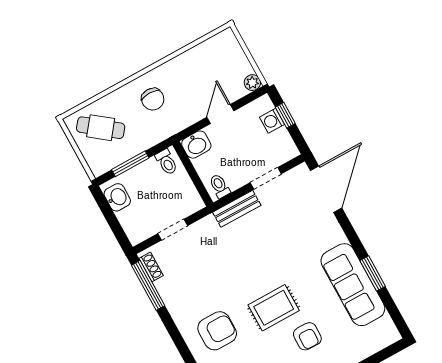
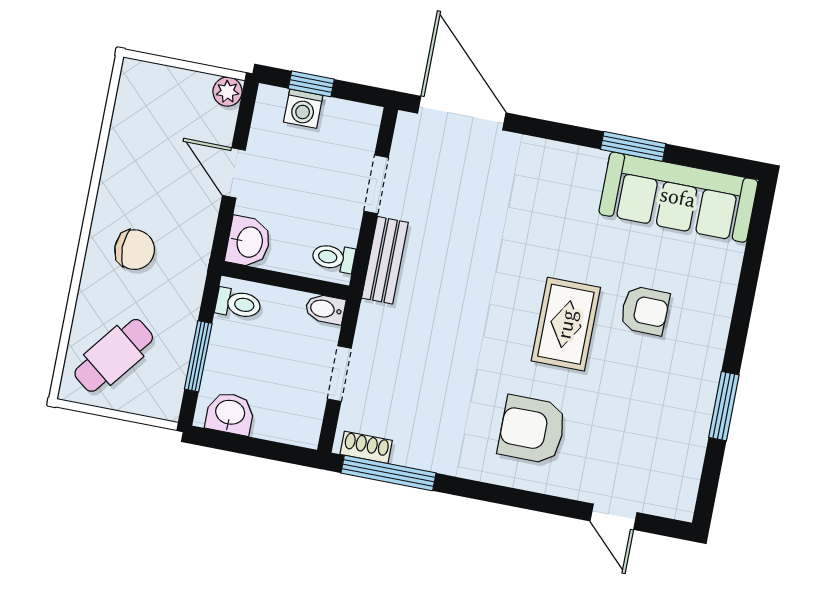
bidet: (195, 201) -> (325, 309), added
sofa: (353, 285) -> (678, 197), moved
armchair: (217, 331) -> (532, 430), turned -90

